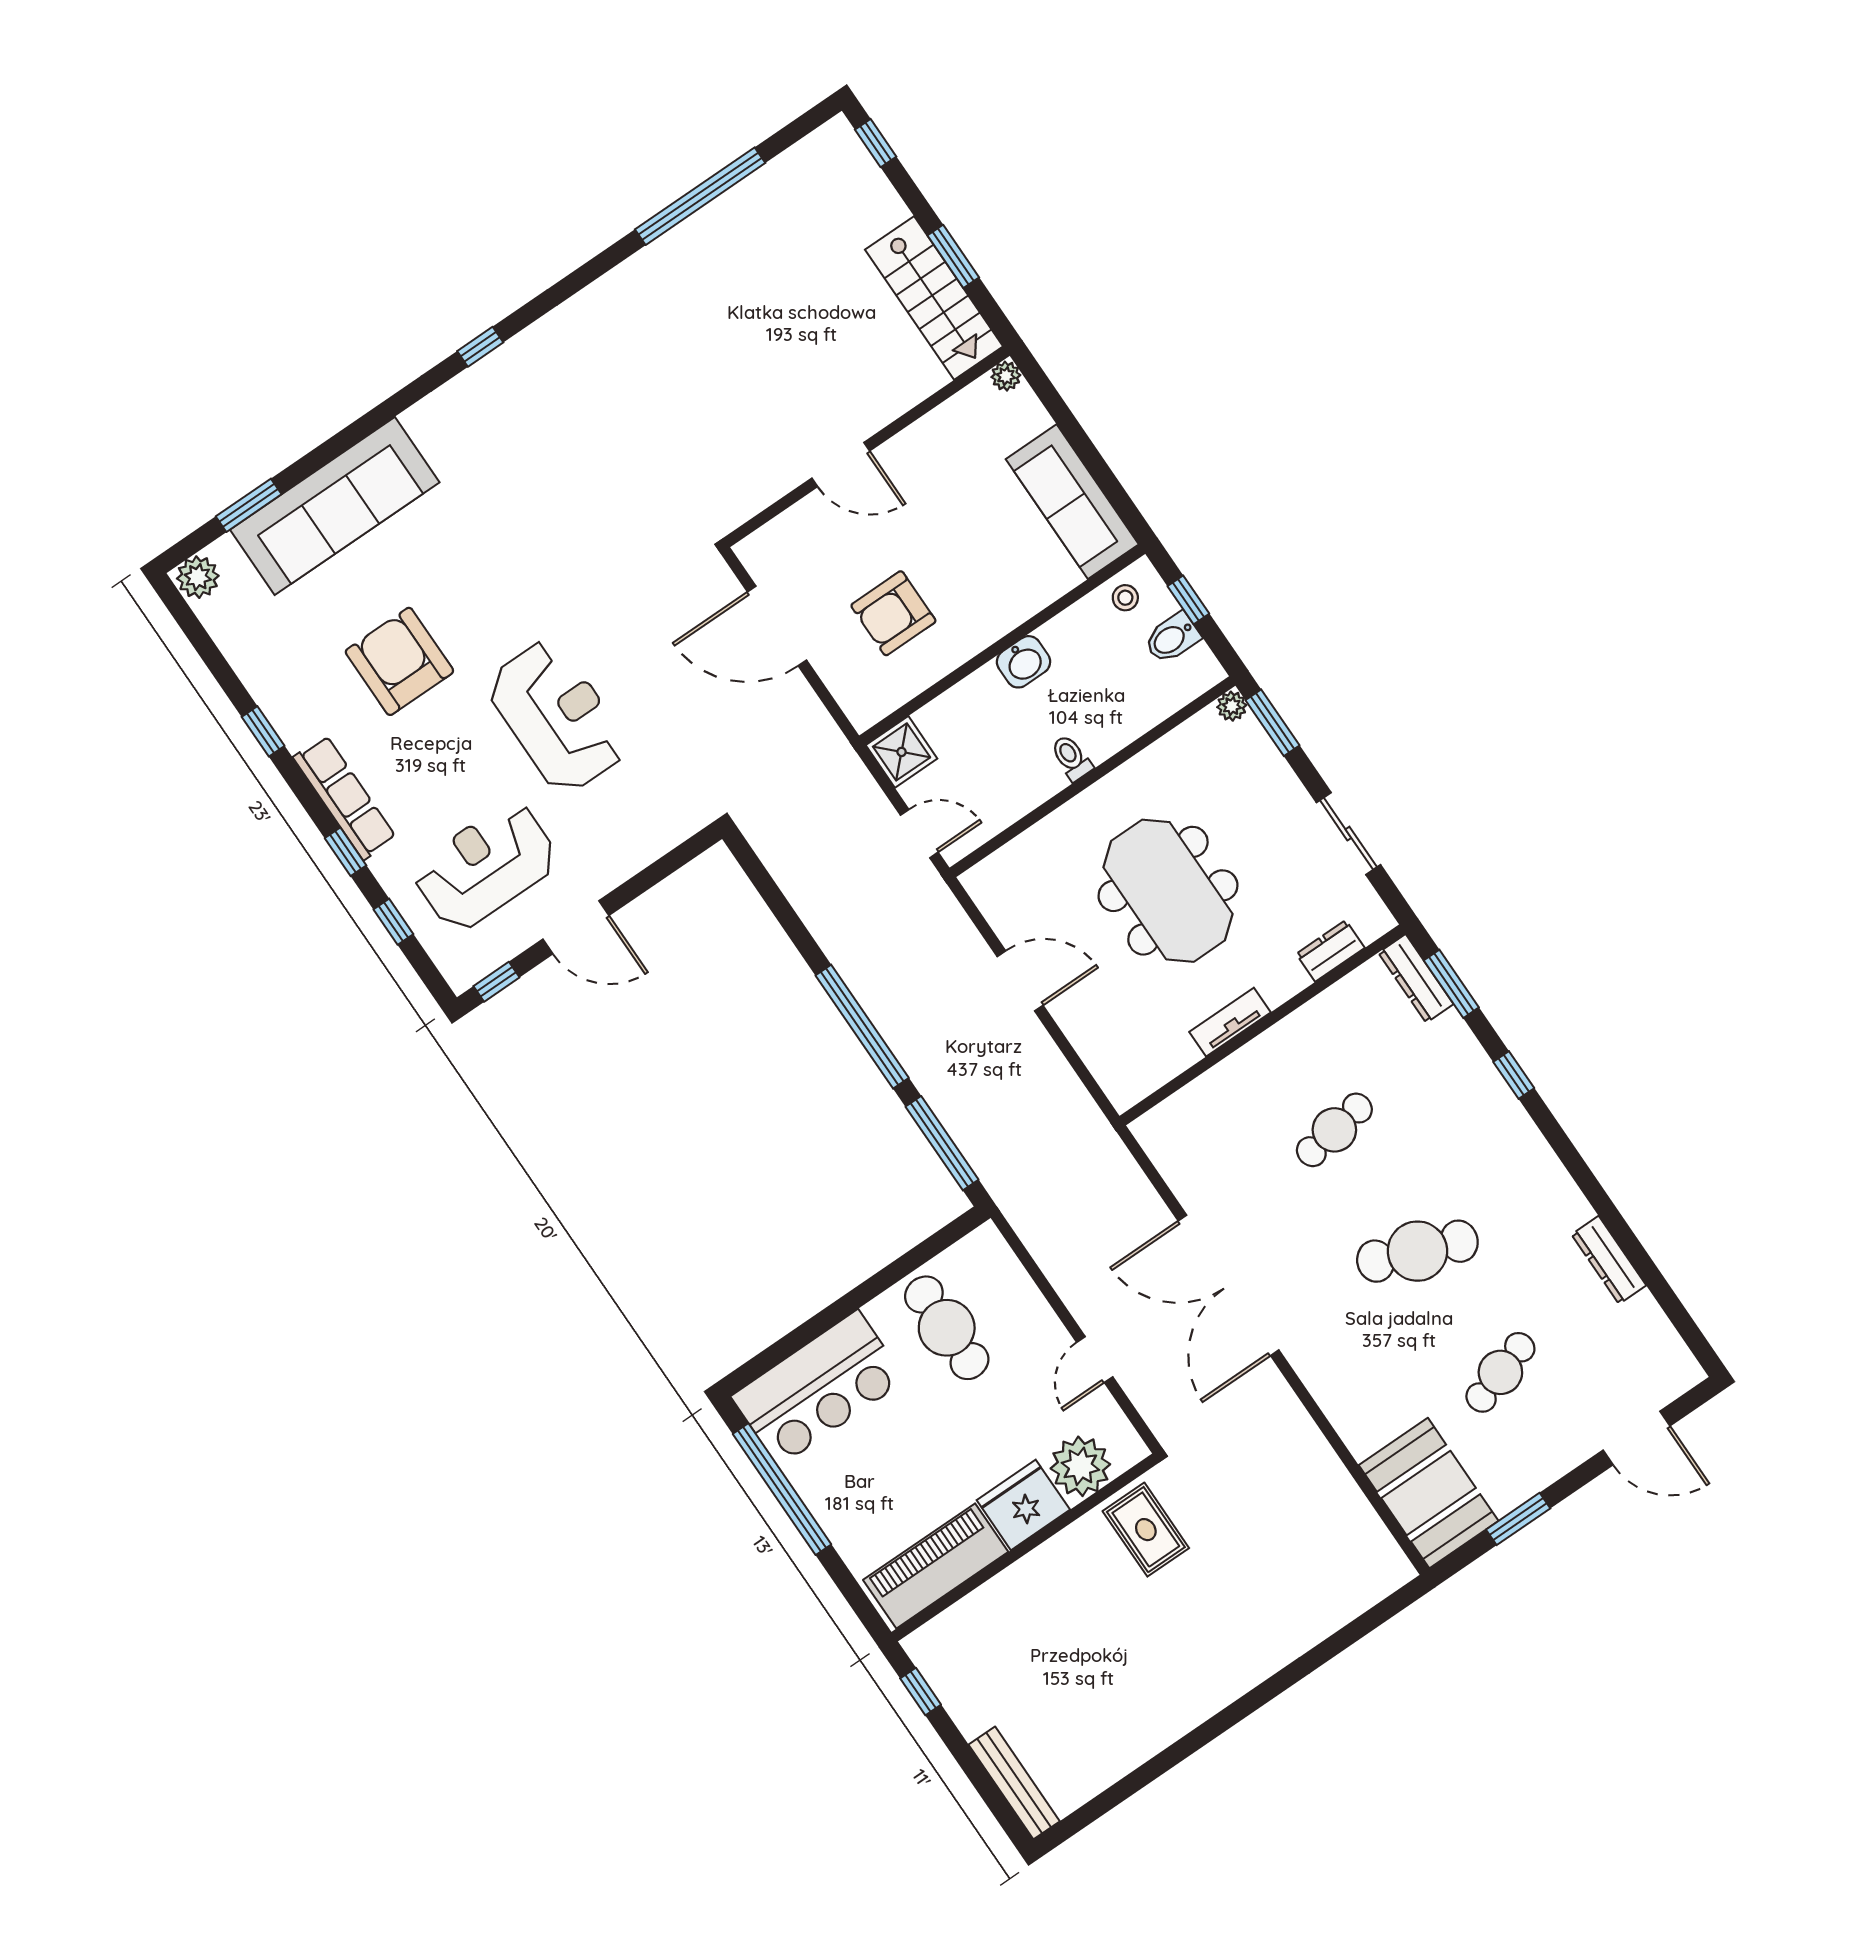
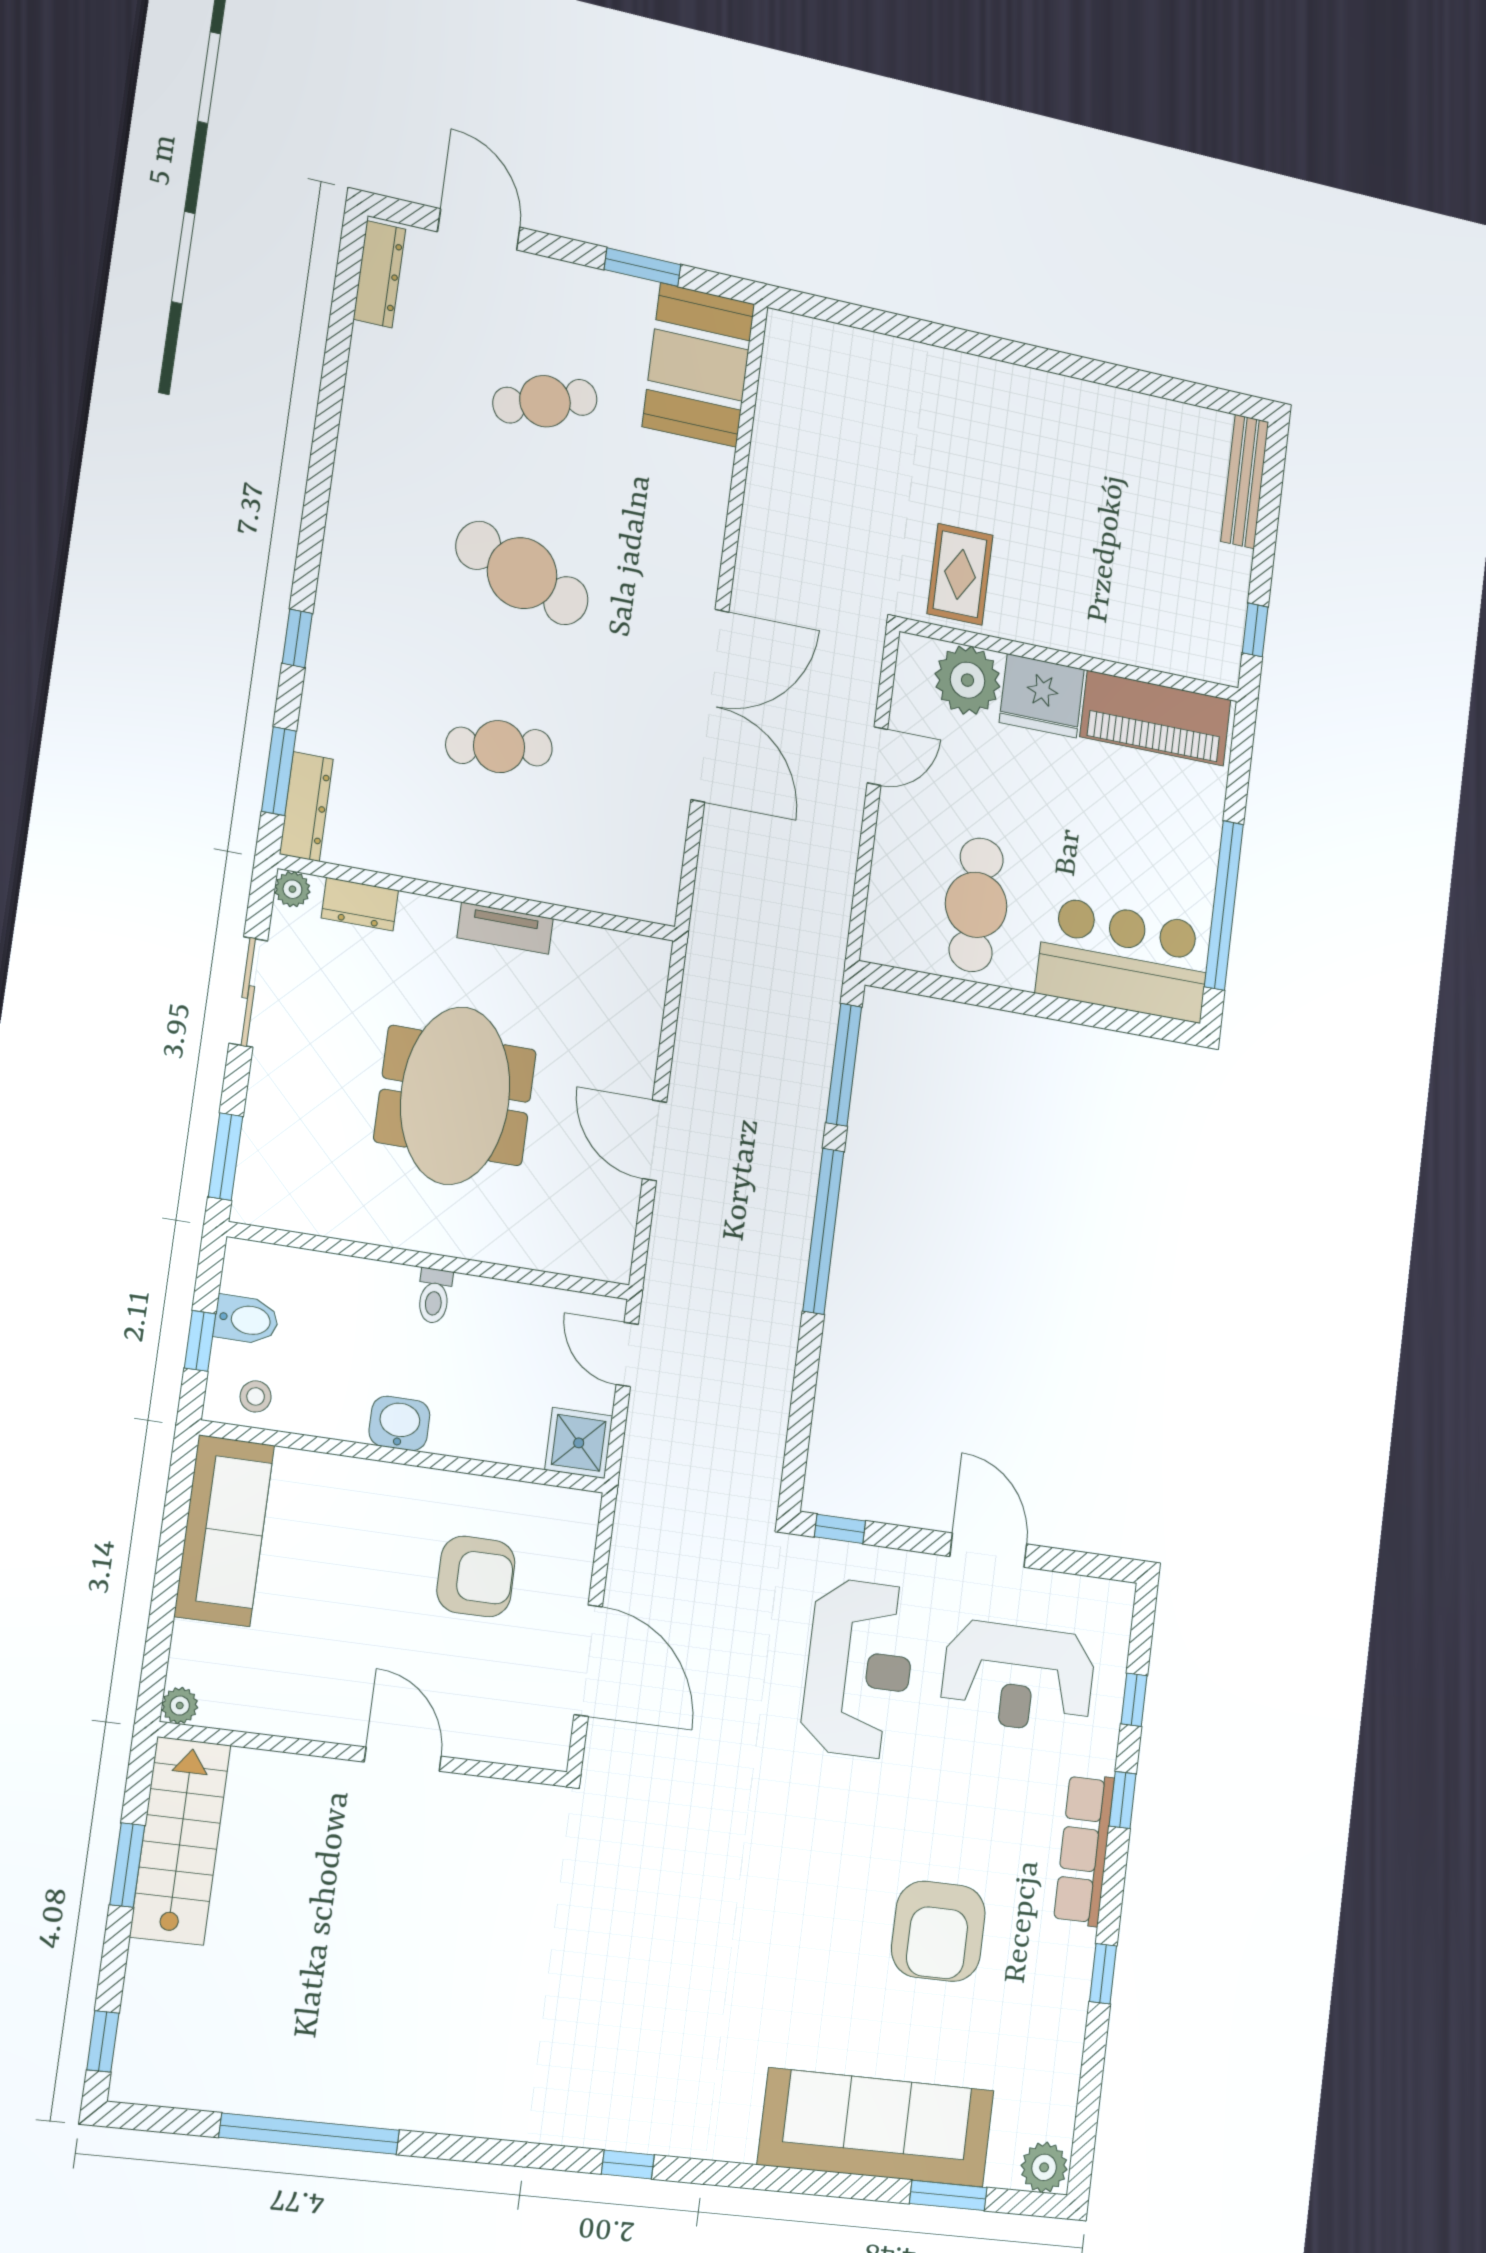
plant: (1232, 706) -> (292, 889), moved
reception desk: (557, 716) -> (859, 1669), moved, turned 180
window: (496, 982) -> (840, 1529), moved
dresser: (1609, 1260) -> (379, 274), moved

